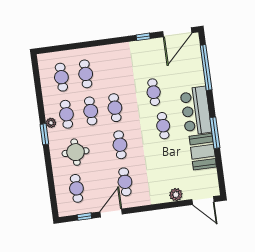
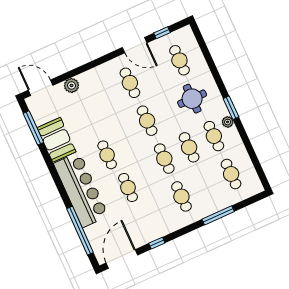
window: (83, 45) -> (218, 215), added
cafe table: (86, 74) -> (181, 196), moved
bar counter: (196, 111) -> (81, 190), width x1.36
window: (215, 133) -> (33, 128), moved
door: (111, 213) -> (135, 45), hinge flipped

